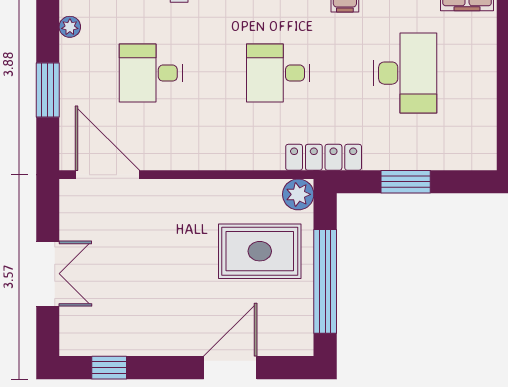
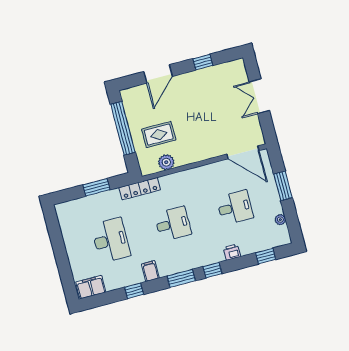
desk: (405, 73) -> (111, 240), turned 180
plant: (298, 194) -> (166, 162), moved
rug: (260, 251) -> (159, 135), width x0.73, depth x0.70
window: (109, 368) -> (203, 62), moved

